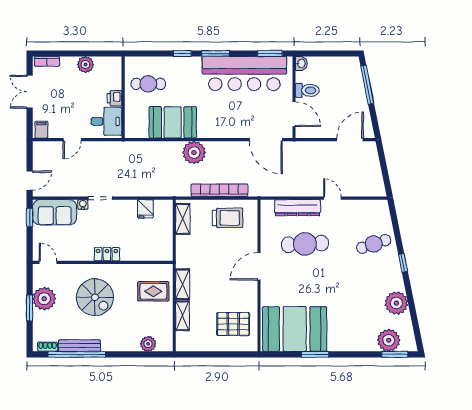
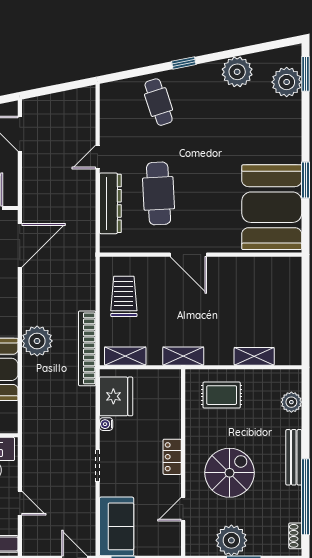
bookcase: (219, 190) -> (87, 348), moved
water cooler: (83, 204) -> (106, 424), moved
fridge: (145, 209) -> (116, 396), width x1.88, depth x1.34
door: (48, 262) -> (183, 509), moved
shelving: (183, 284) -> (183, 356), moved
rug: (153, 291) -> (222, 395), turned 90
pallet: (233, 324) -> (265, 289), removed
bench: (79, 346) -> (294, 457), moved

